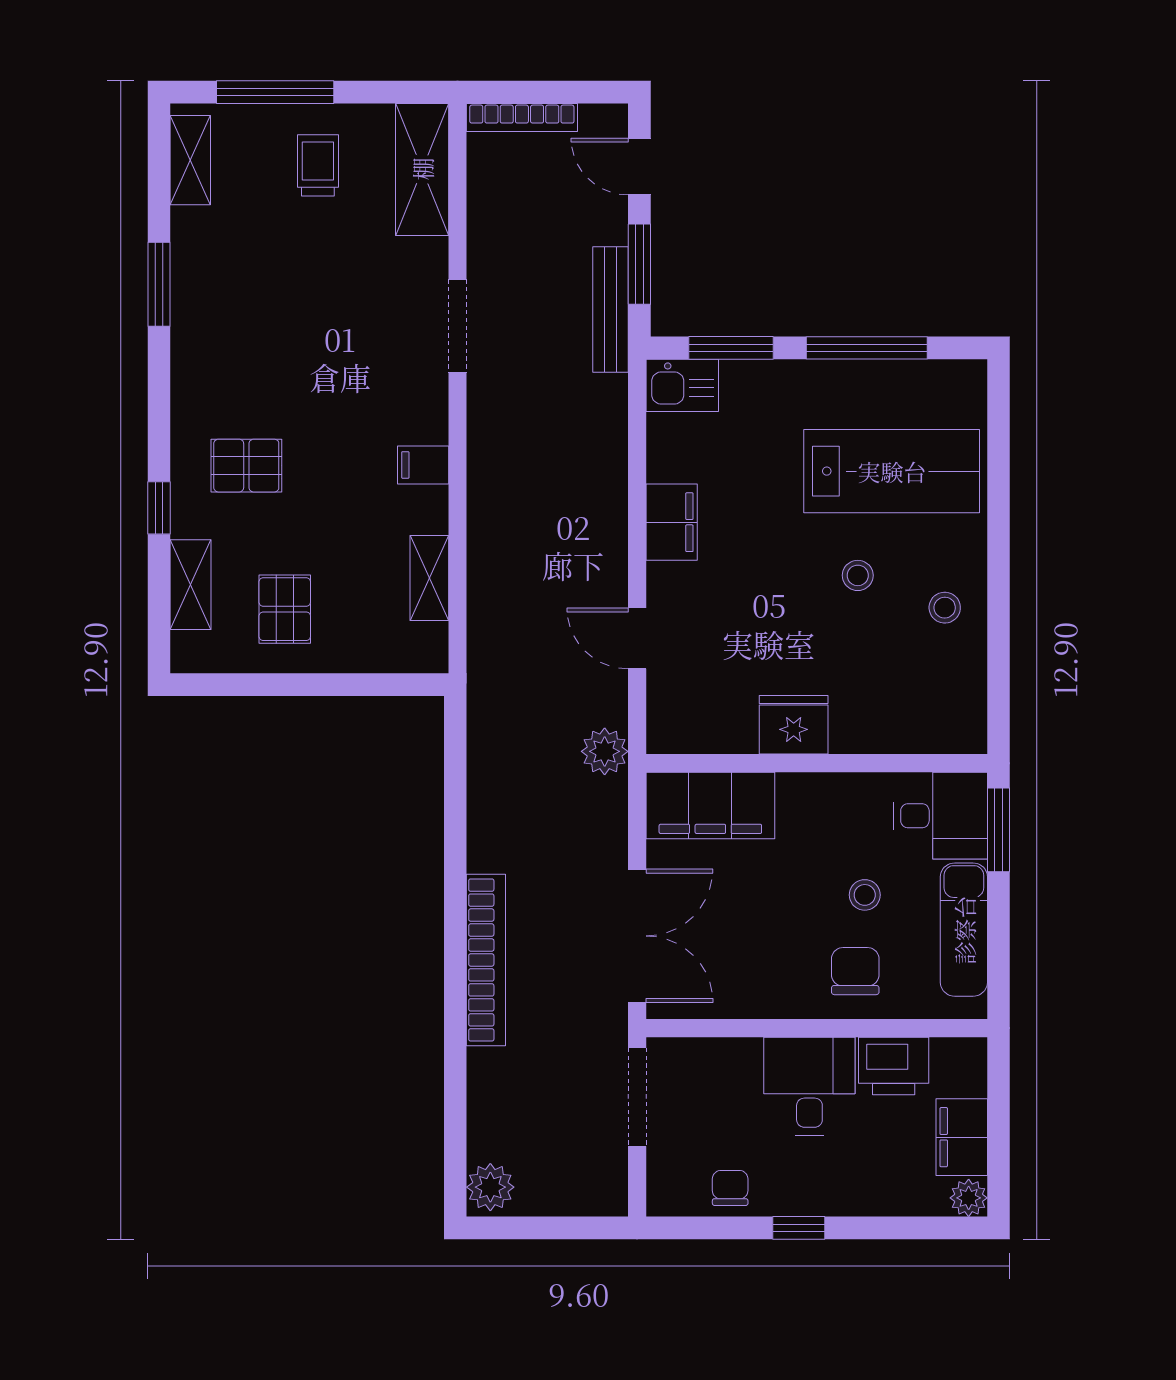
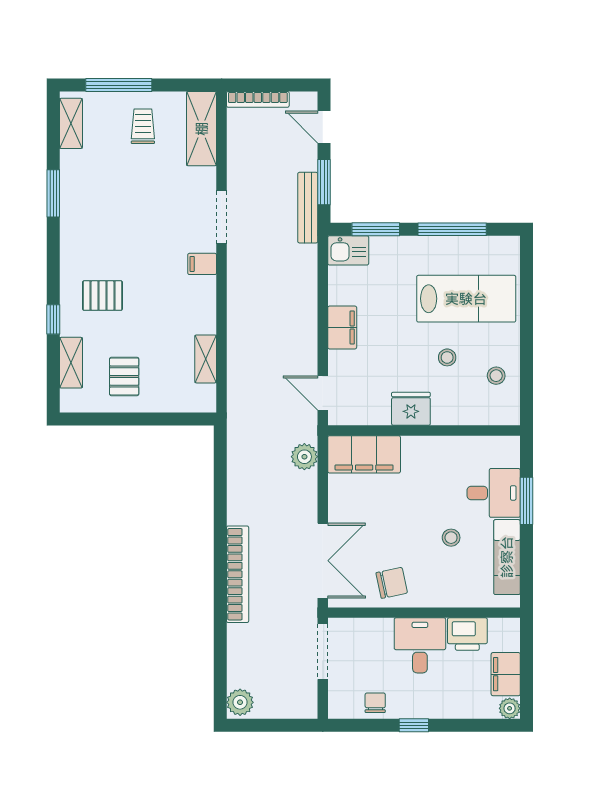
filing cabinet: (423, 465) -> (202, 264), moved
fridge: (794, 725) -> (411, 409), moved
wall: (817, 763) -> (424, 430), moved
filing cabinet: (710, 806) -> (364, 454), moved
chair: (855, 971) -> (392, 583), moved, turned 78

